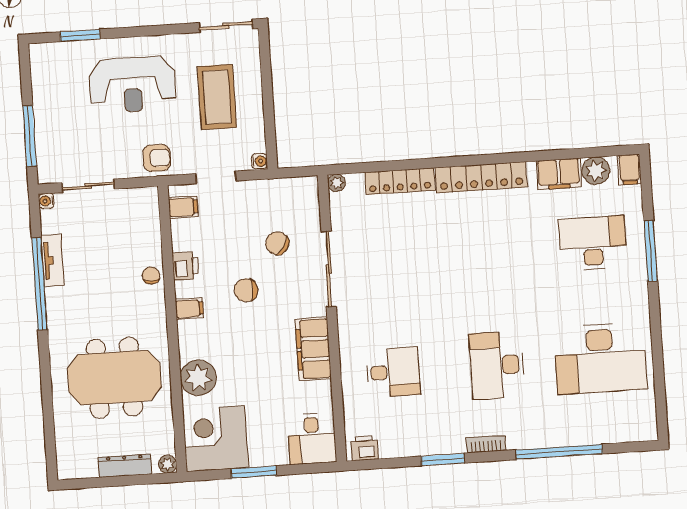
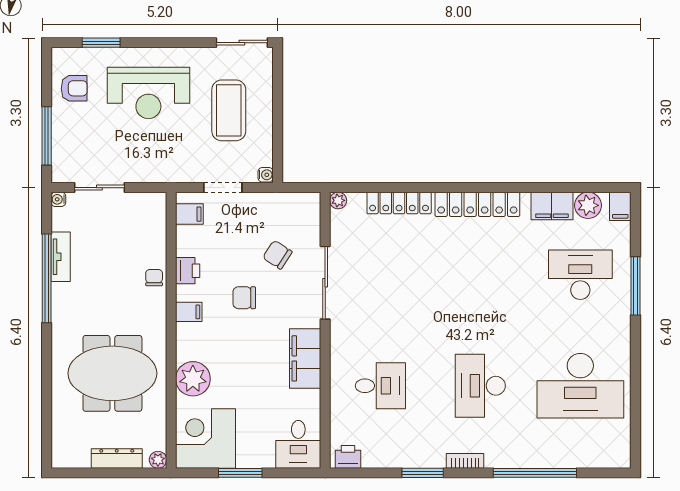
armchair: (157, 158) -> (74, 88), moved

